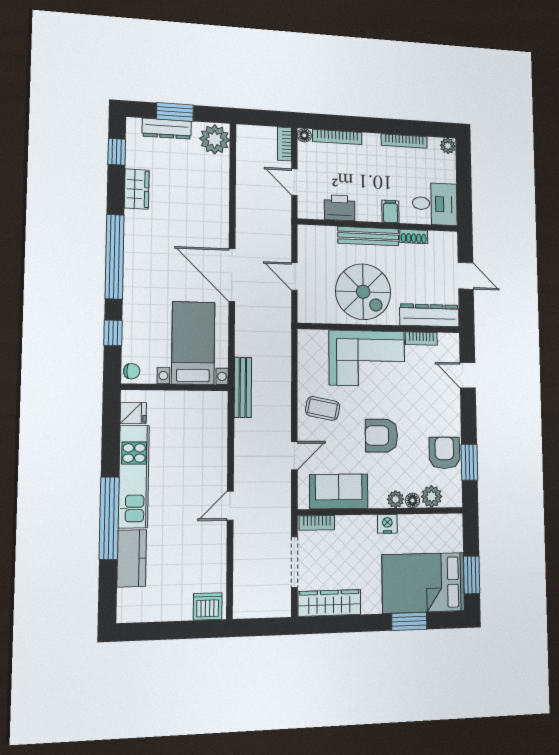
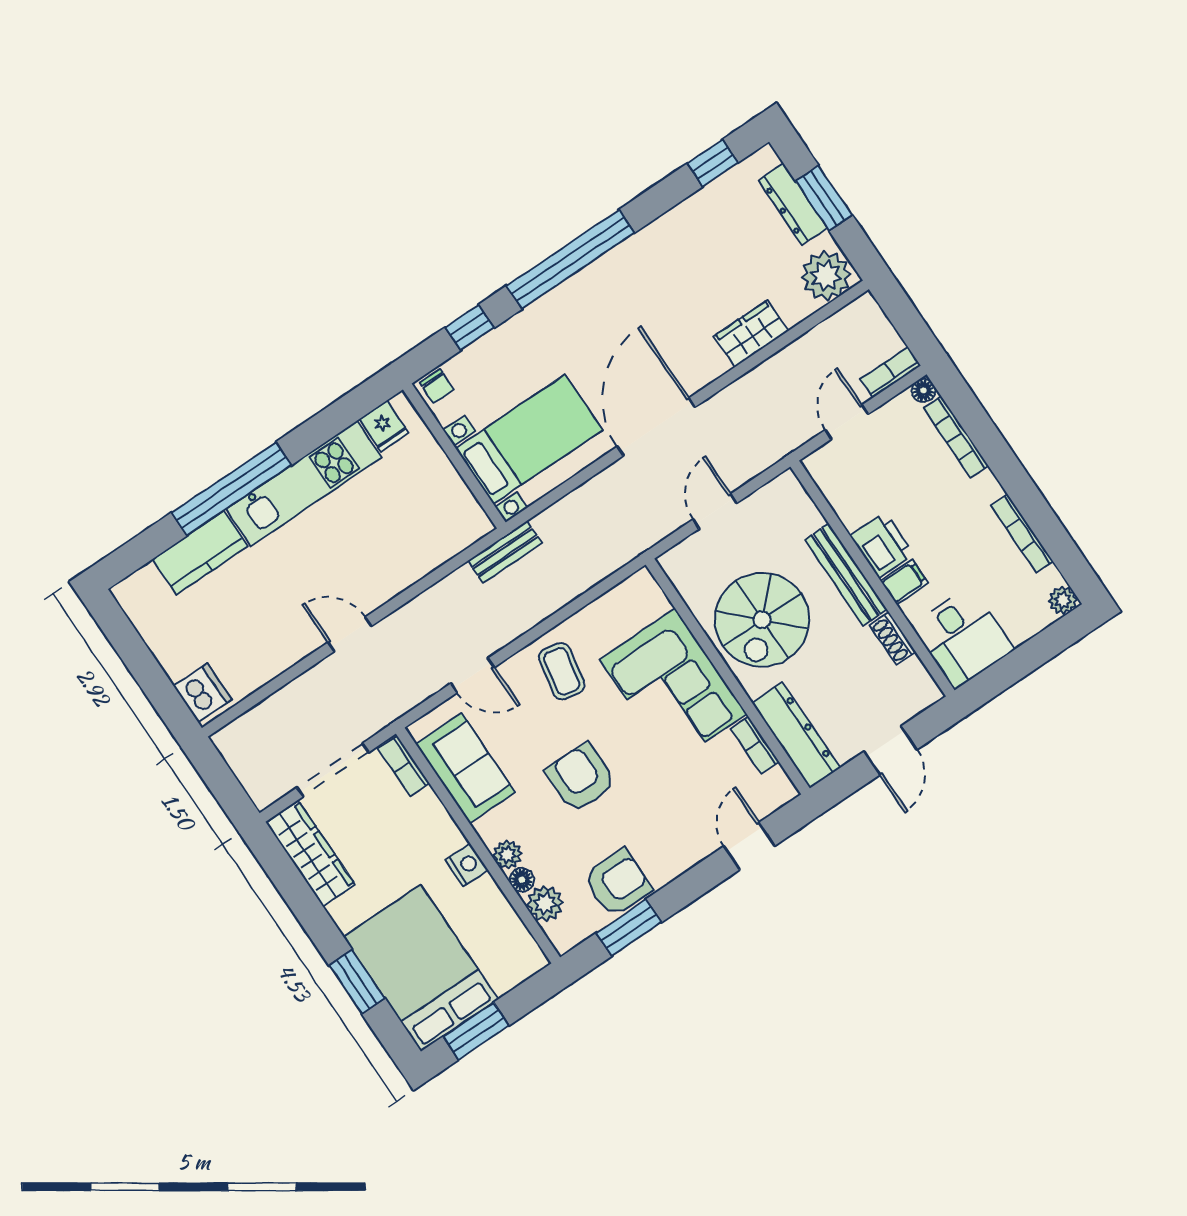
wardrobe: (137, 189) -> (751, 334), moved, turned 180
printer: (340, 208) -> (882, 545), moved
bench: (243, 387) -> (505, 552), width x0.73

